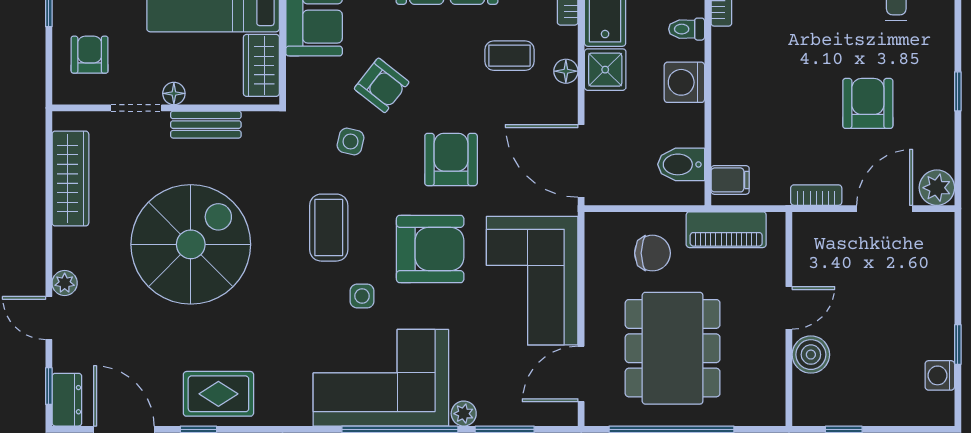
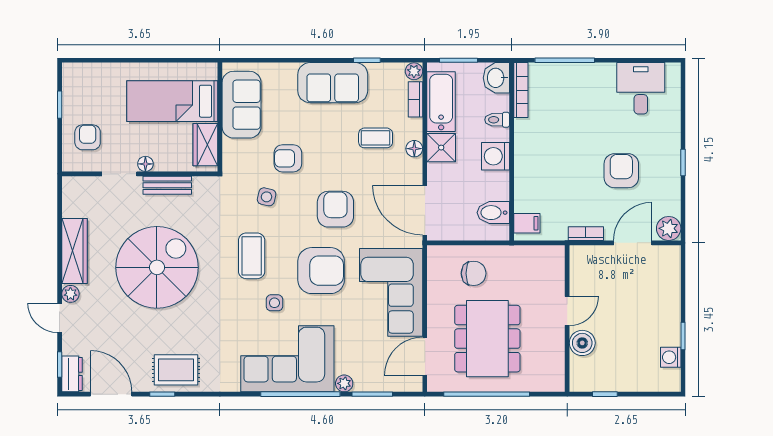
armchair: (382, 85) -> (288, 158), turned 142
wardrobe: (70, 179) -> (74, 251), moved
piano: (726, 230) -> (524, 257), removed

